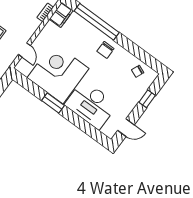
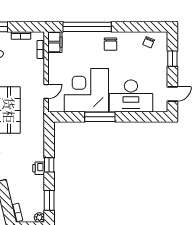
door: (24, 50) -> (46, 91), hinge flipped
window: (53, 103) -> (100, 117), width x1.44

